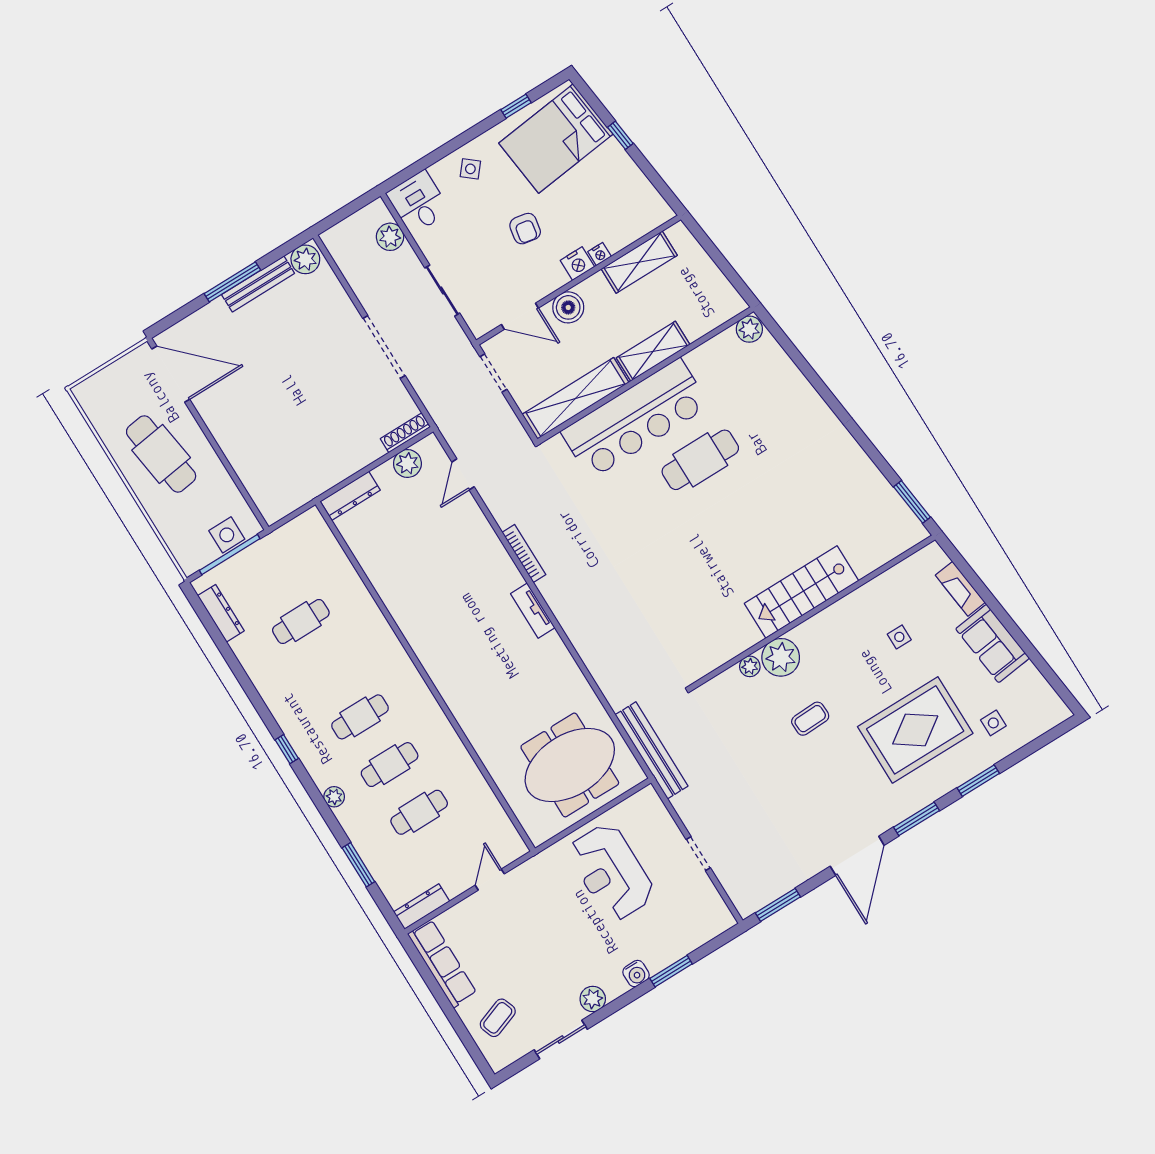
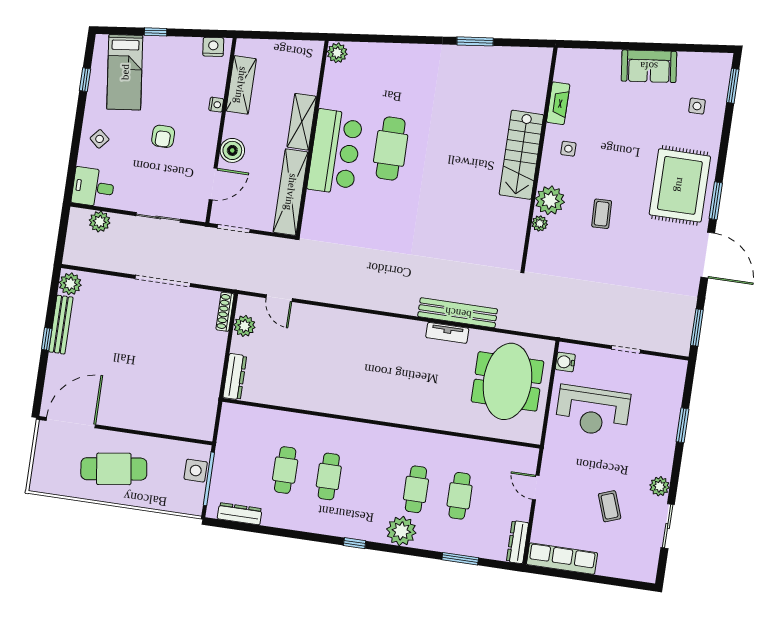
bed: (556, 139) -> (125, 72), width x0.67
armchair: (525, 229) -> (163, 136), turned 80
nightstand: (577, 264) -> (213, 47), moved, turned -97
window: (232, 282) -> (47, 339), width x0.46
bar counter: (635, 419) -> (335, 152), width x0.73
window: (912, 502) -> (475, 41), moved
bookcase: (524, 553) -> (357, 302), removed
fireplace: (960, 589) -> (558, 103), moved, turned -83
tv unit: (533, 611) -> (447, 333), moved
side table: (899, 637) -> (568, 149), moved
cafe table: (360, 717) -> (329, 476), moved
rug: (915, 730) -> (680, 185), moved
bench: (652, 750) -> (458, 313), moved
window: (978, 781) -> (733, 86), moved
plant: (334, 797) -> (401, 531), width x1.88, depth x1.88
water cooler: (636, 974) -> (565, 362), moved, turned 180
coffee table: (498, 1018) -> (610, 506), moved

